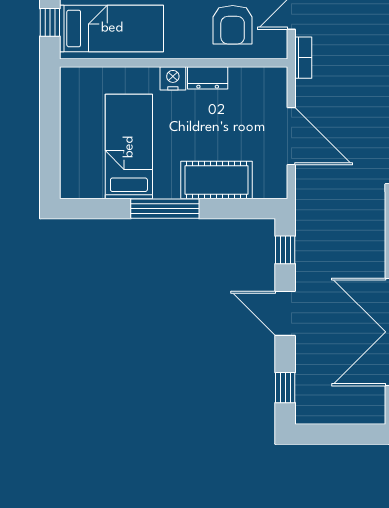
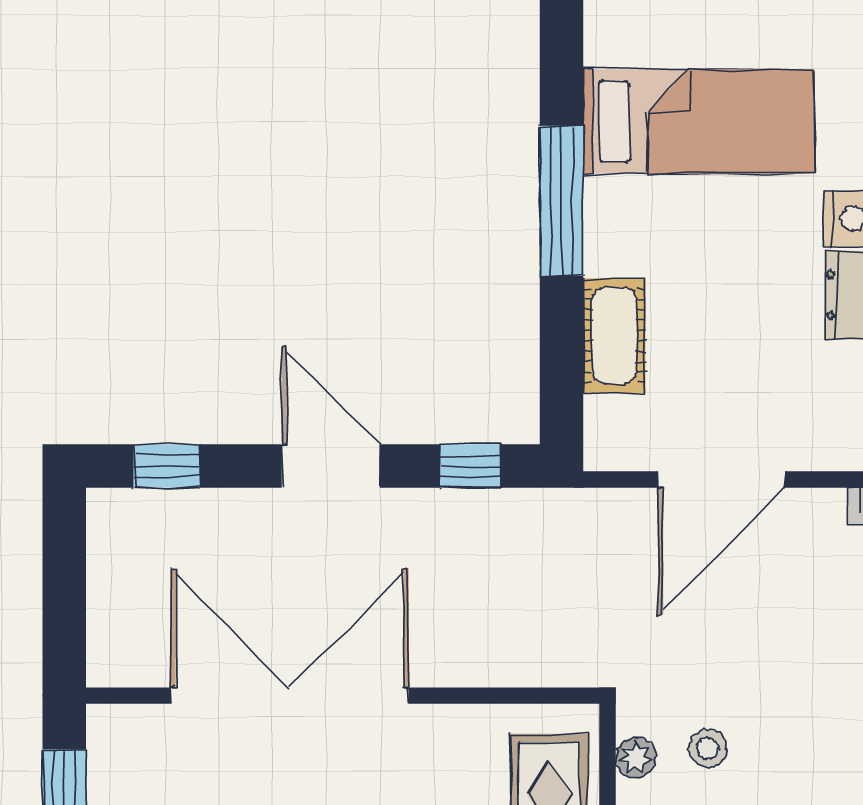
cot: (216, 180) -> (614, 336), width x0.73, depth x0.75
door: (285, 313) -> (331, 466), hinge flipped

